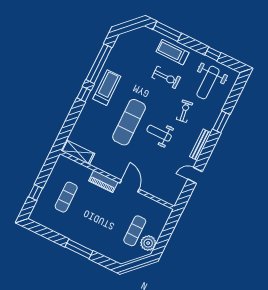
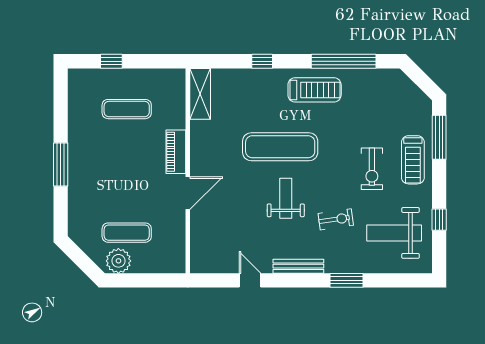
treadmill: (173, 52) -> (413, 160), turned 180
window: (84, 94) -> (262, 61), moved

